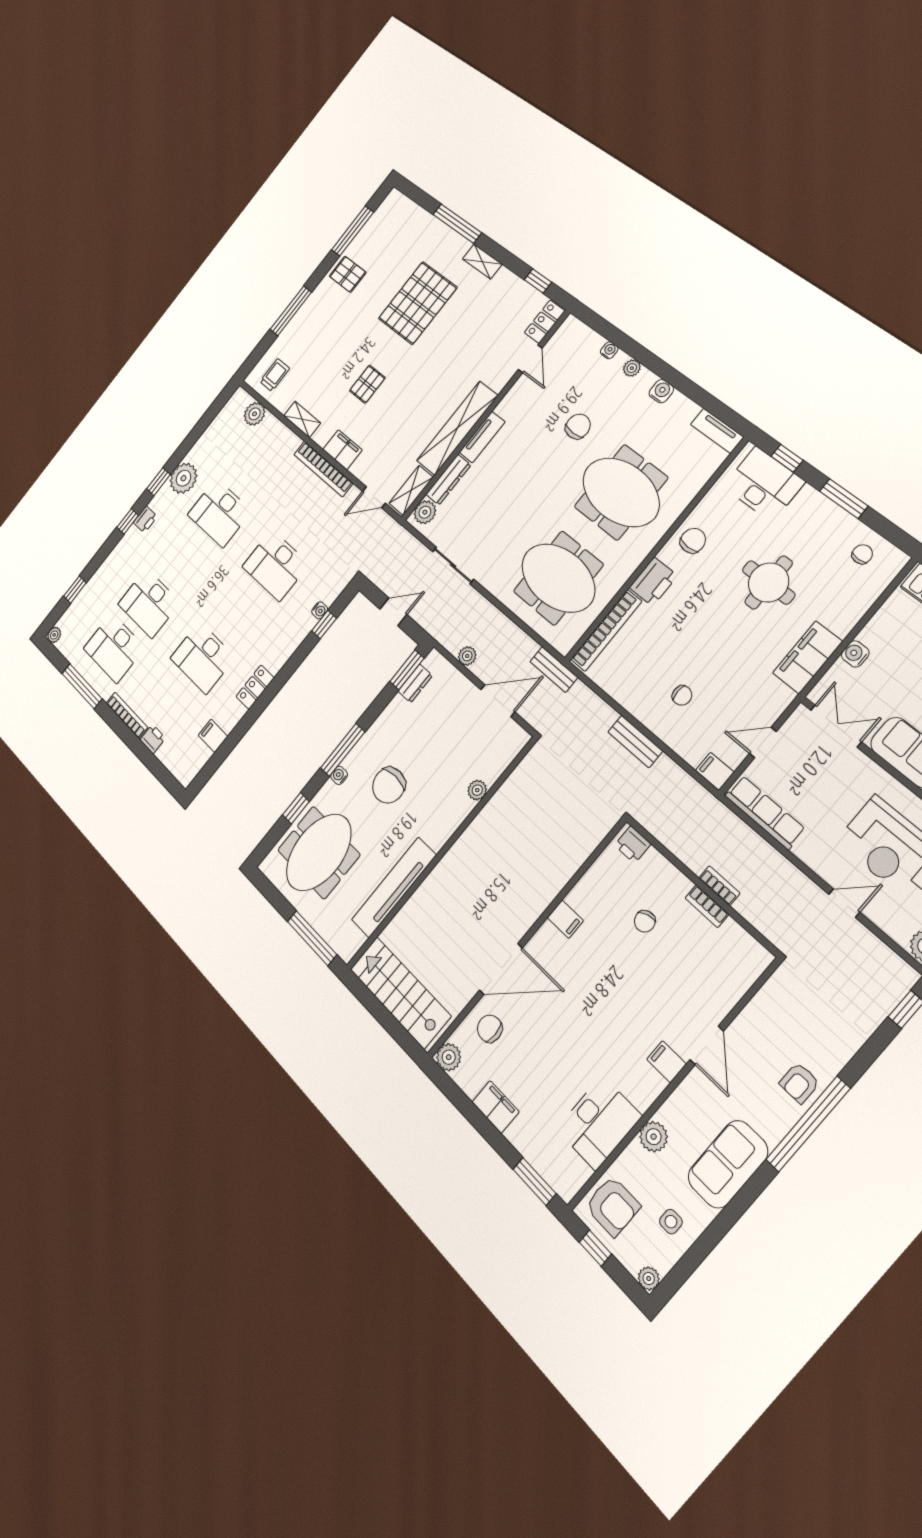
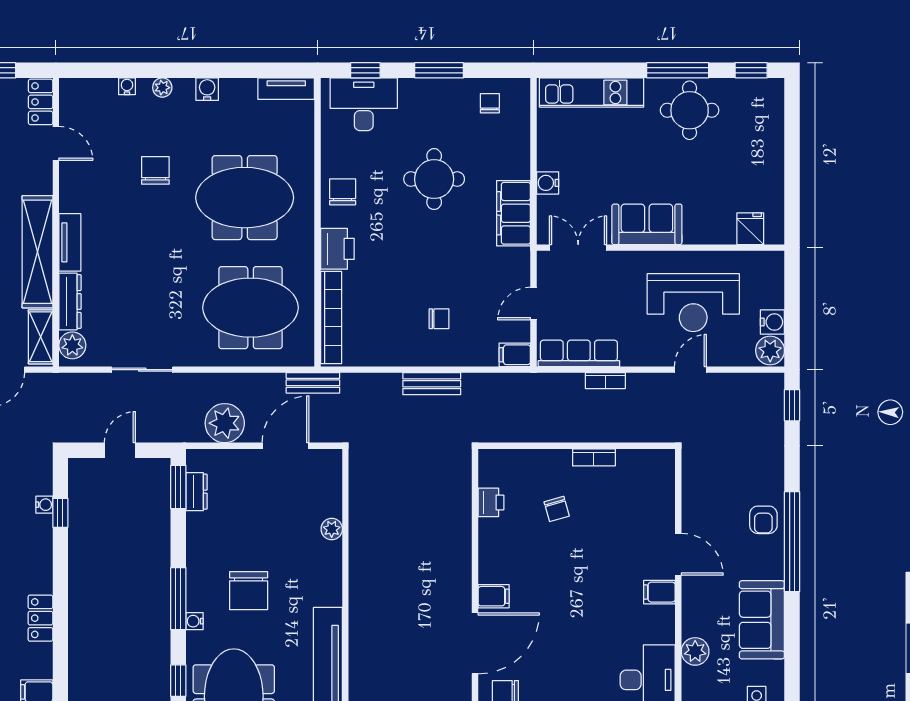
plant: (467, 656) -> (225, 423), width x1.87, depth x1.87
printer: (633, 845) -> (491, 502), moved, turned -90
bookcase: (719, 886) -> (605, 381), moved, turned 180
filing cabinet: (565, 919) -> (494, 596), moved

